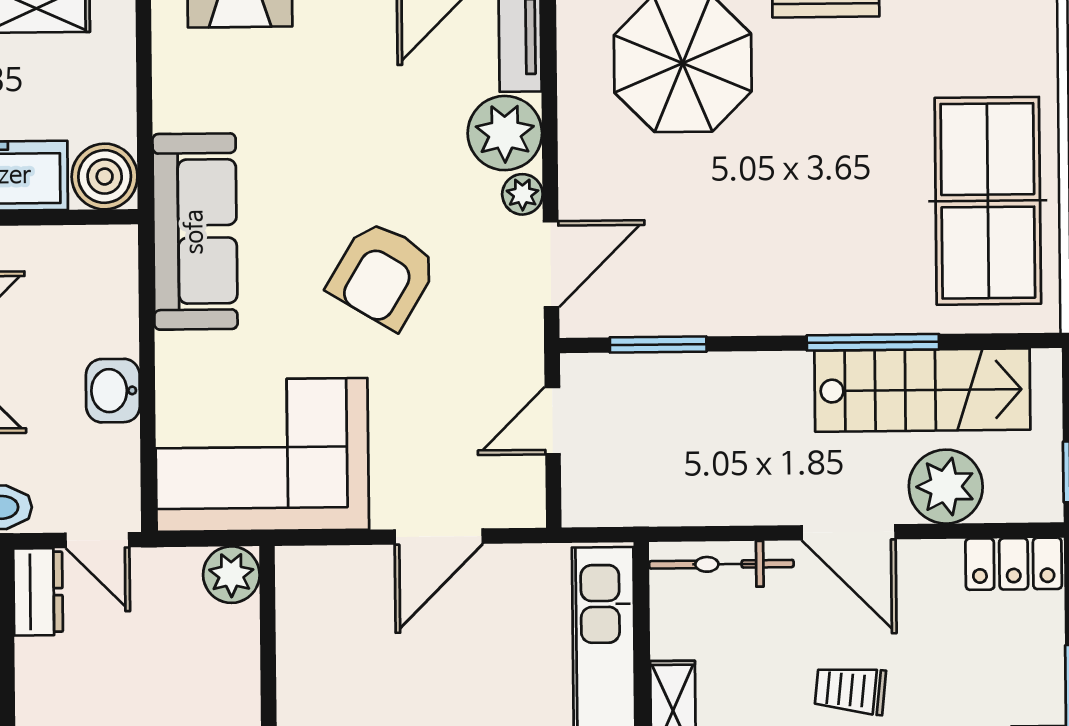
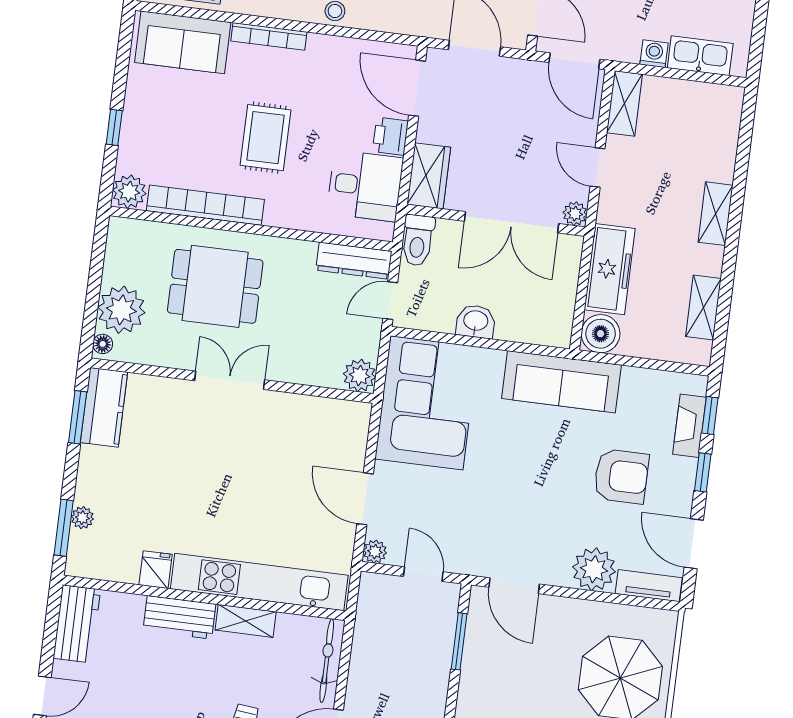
plant: (522, 194) -> (375, 552), moved
armchair: (383, 275) -> (621, 476), moved, turned 149
dresser: (38, 592) -> (354, 261), width x1.44

